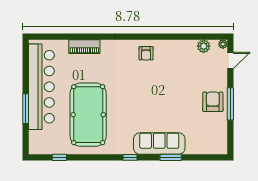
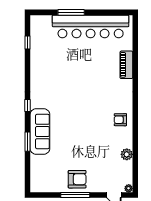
plant: (204, 46) -> (127, 154), moved
pool table: (88, 115) -> (66, 68), removed

